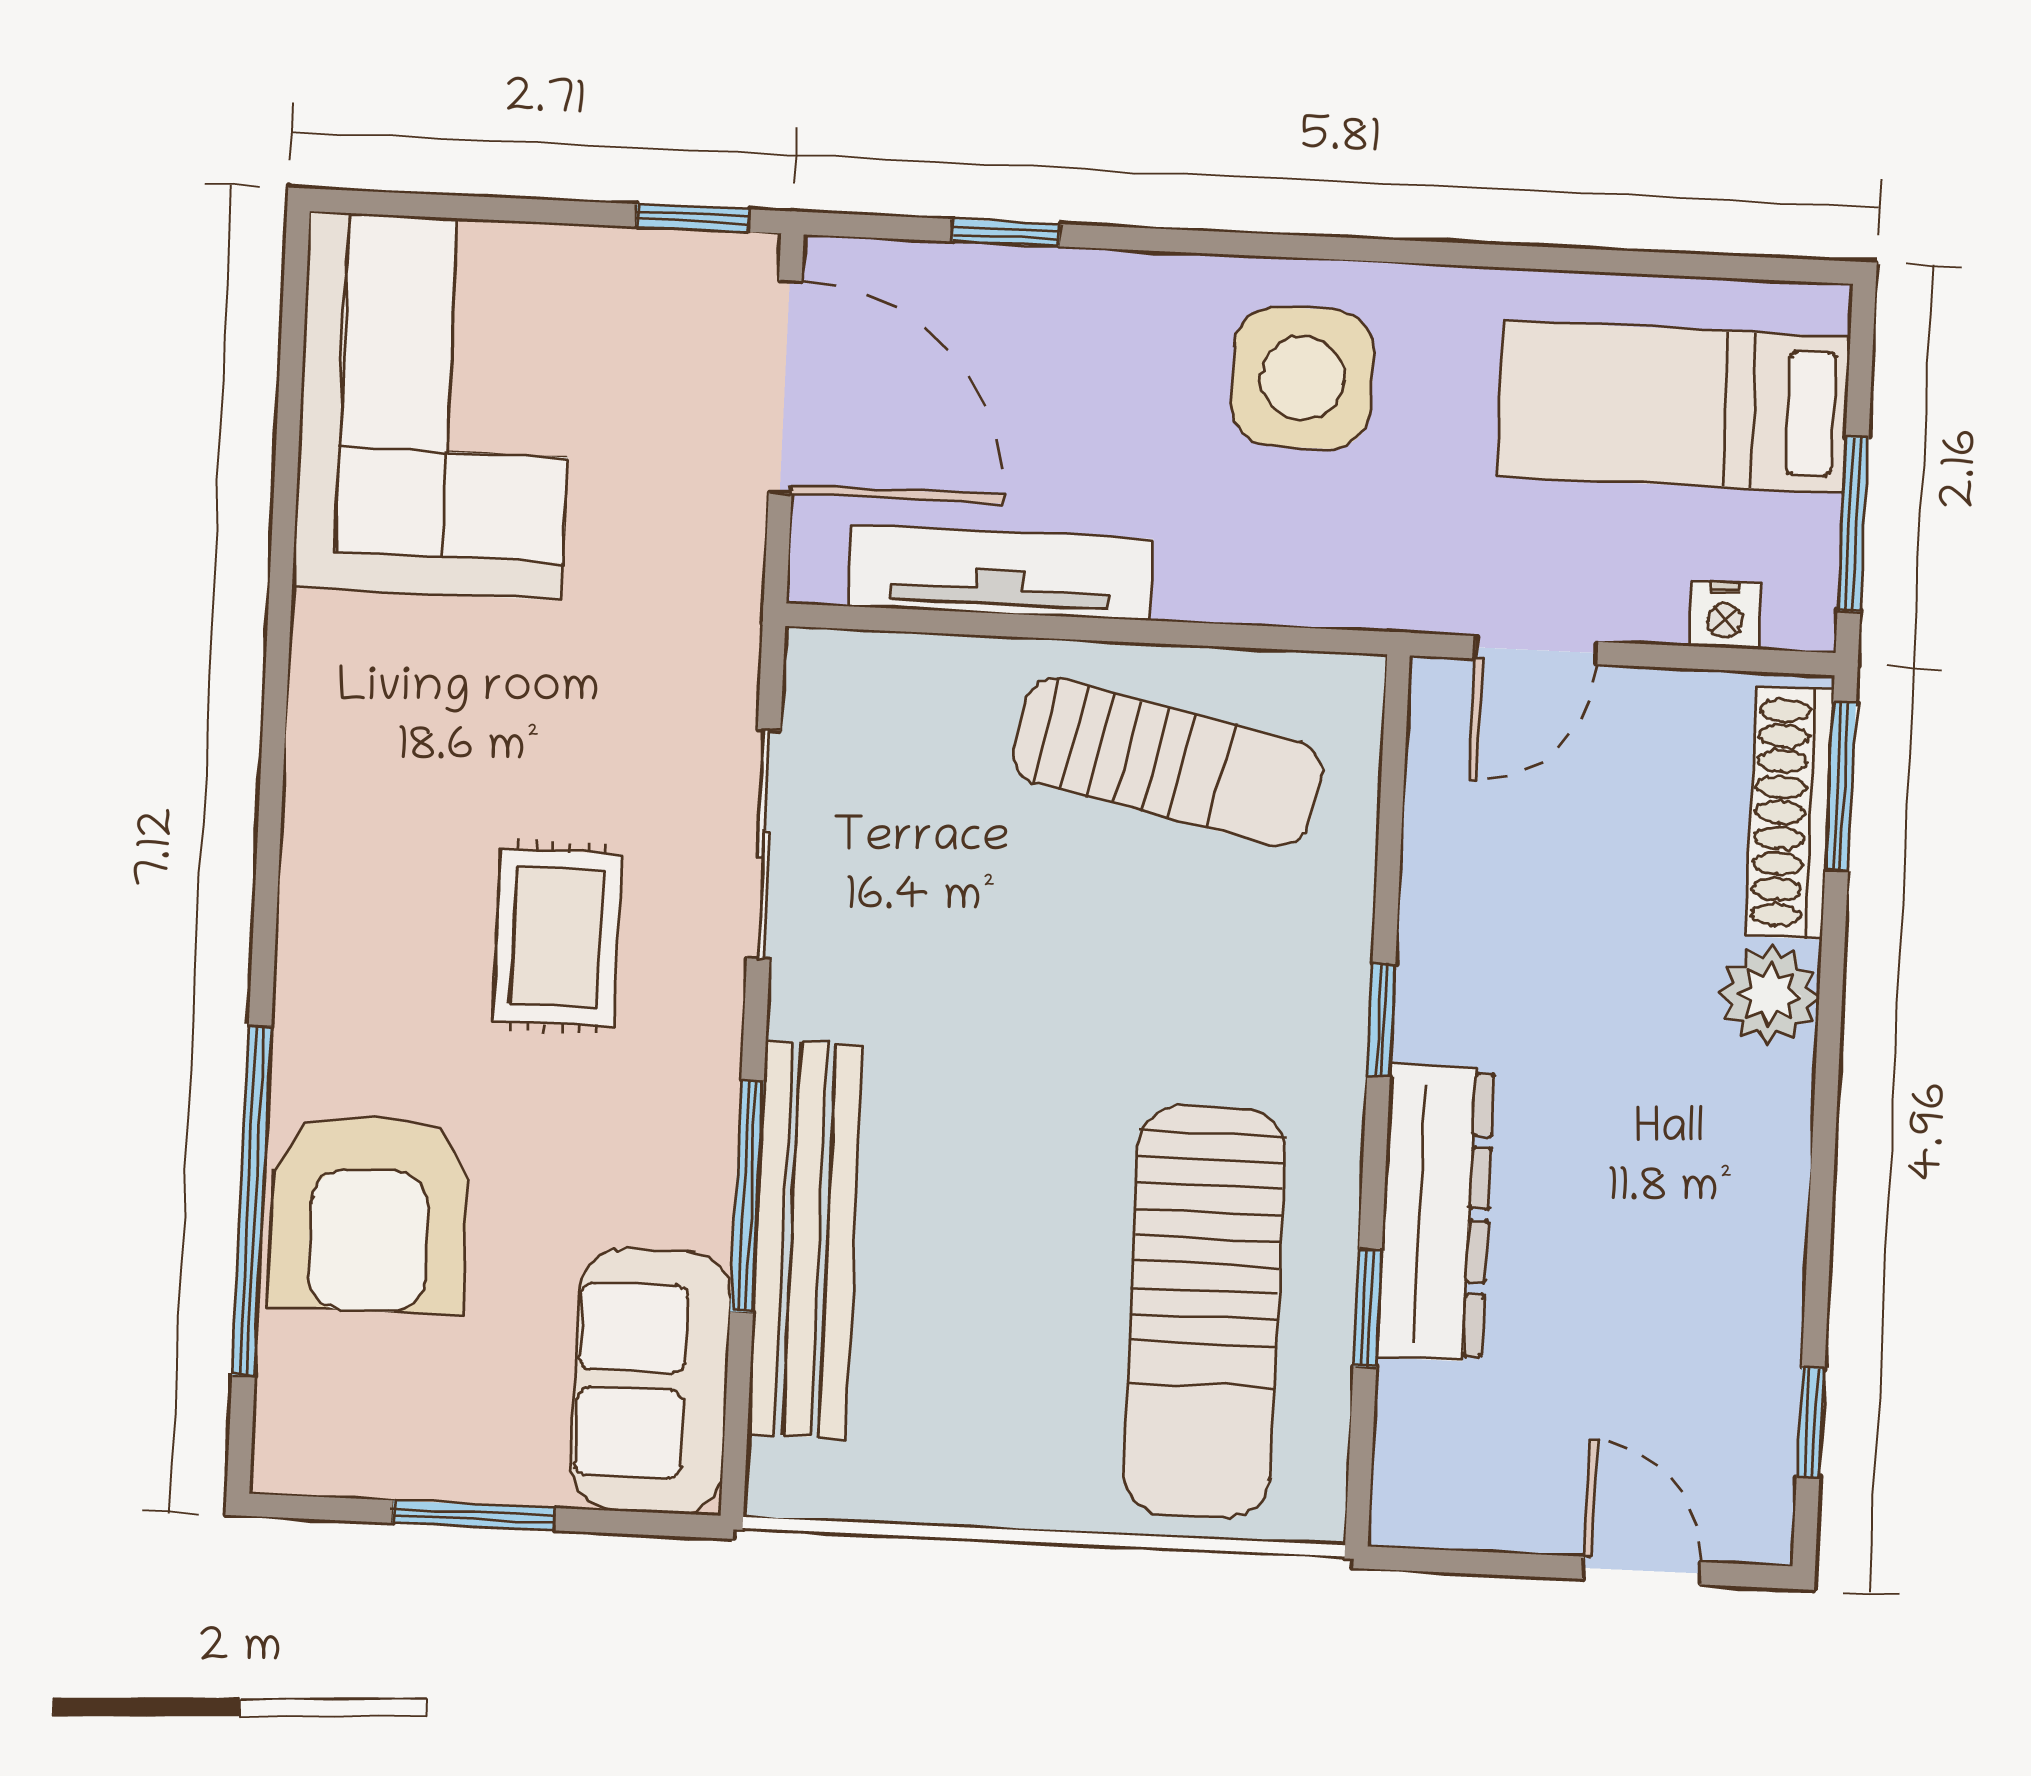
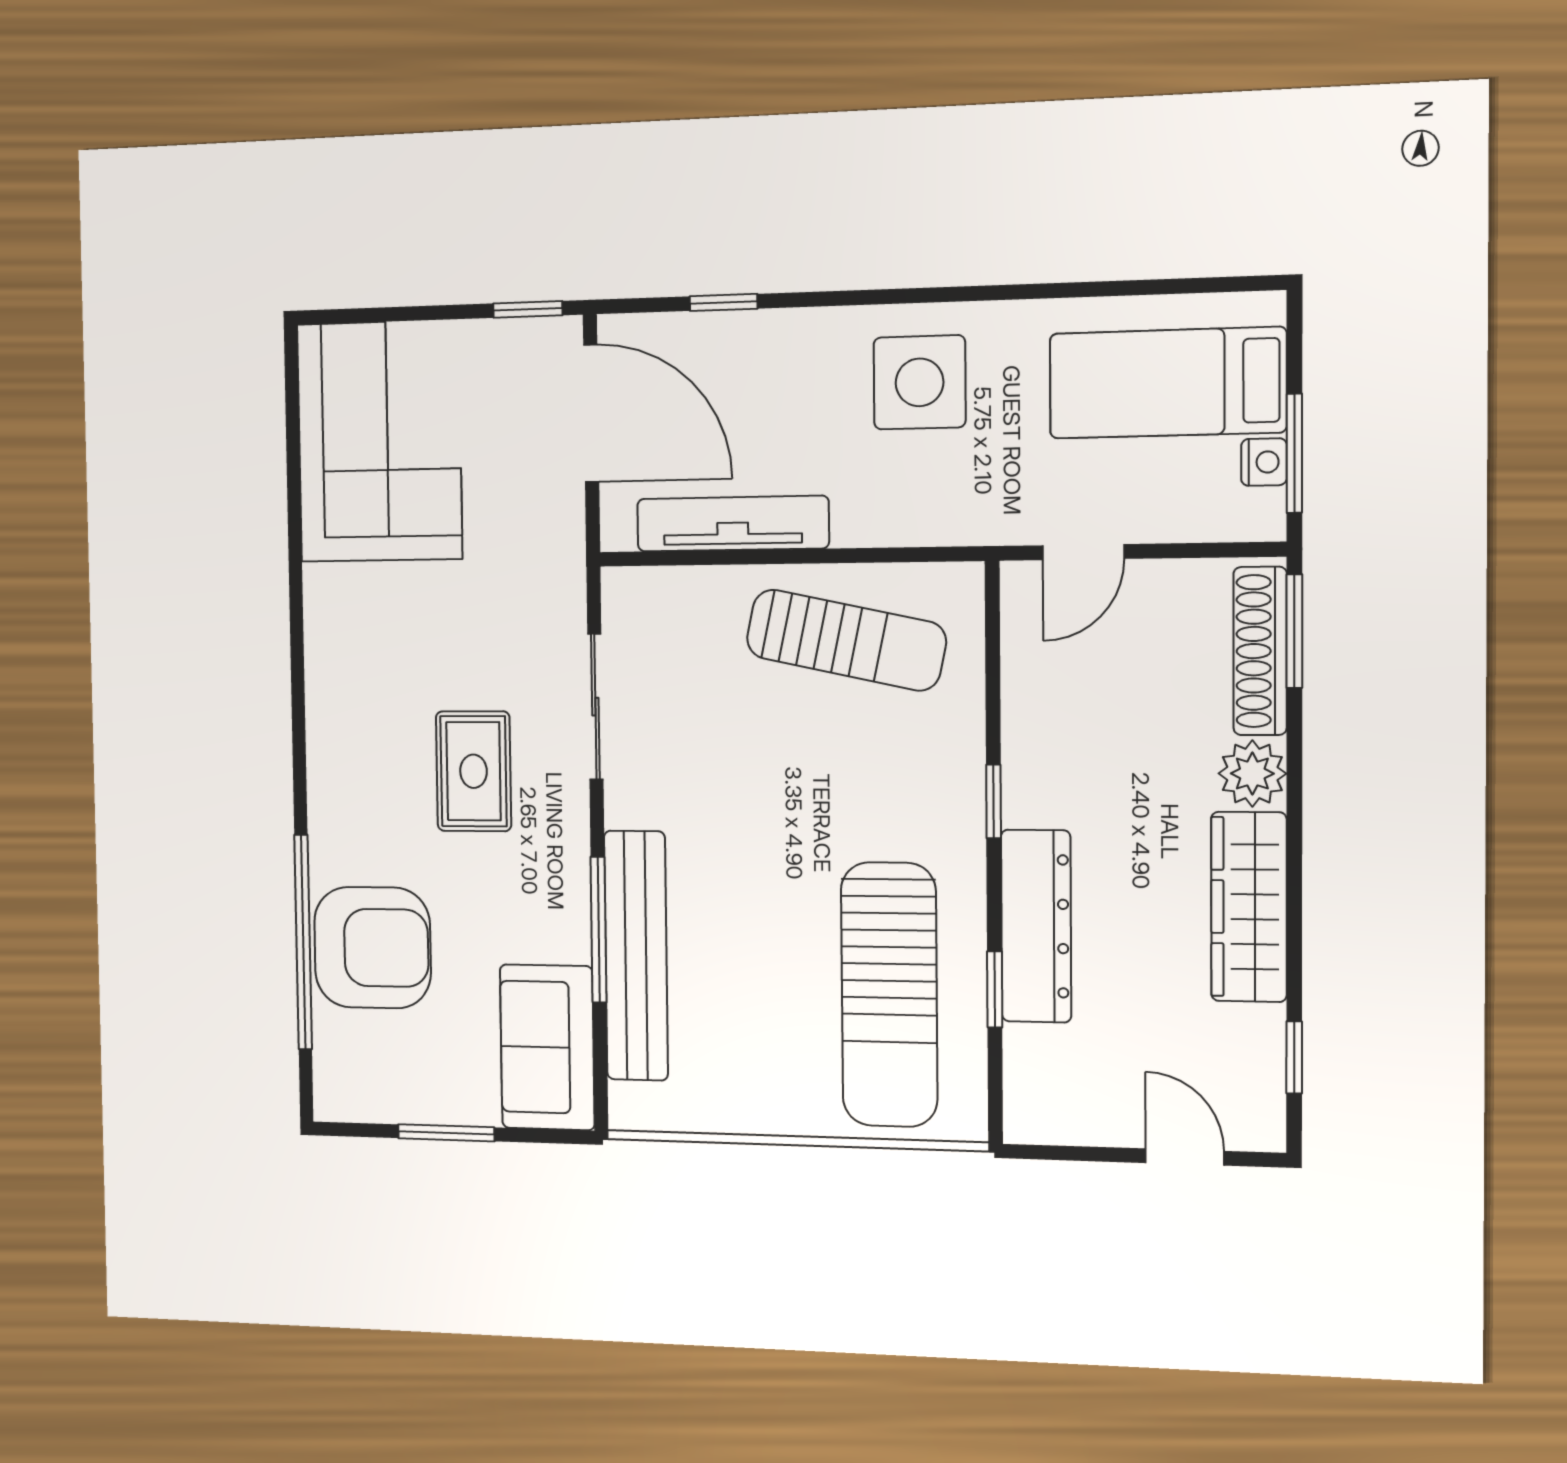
nightstand: (1725, 615) -> (1264, 462), moved, turned -90
wardrobe: (1755, 1194) -> (1249, 907), added
armchair: (369, 1213) -> (372, 948), turned -90

